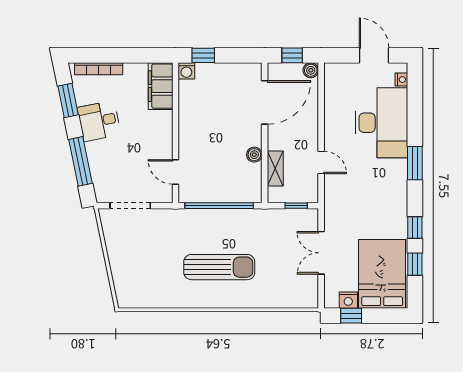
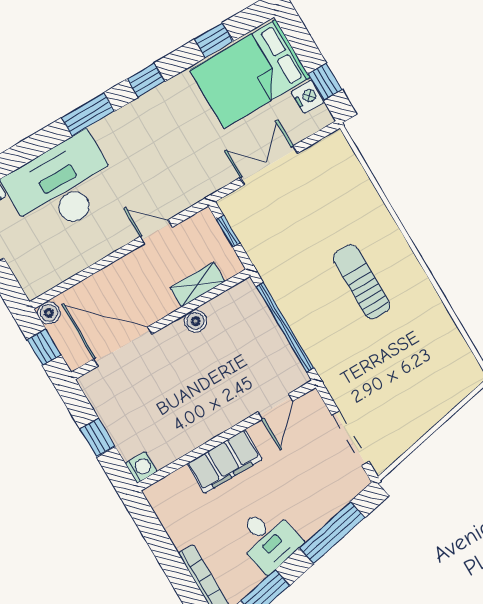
window: (203, 55) -> (97, 438), moved
filing cabinet: (161, 86) -> (225, 462), moved
door: (321, 162) -> (156, 232), hinge flipped
window: (415, 228) -> (146, 80), moved
double door: (321, 253) -> (269, 165), swing flipped
sun lounger: (219, 267) -> (362, 282), width x0.73, depth x0.75

